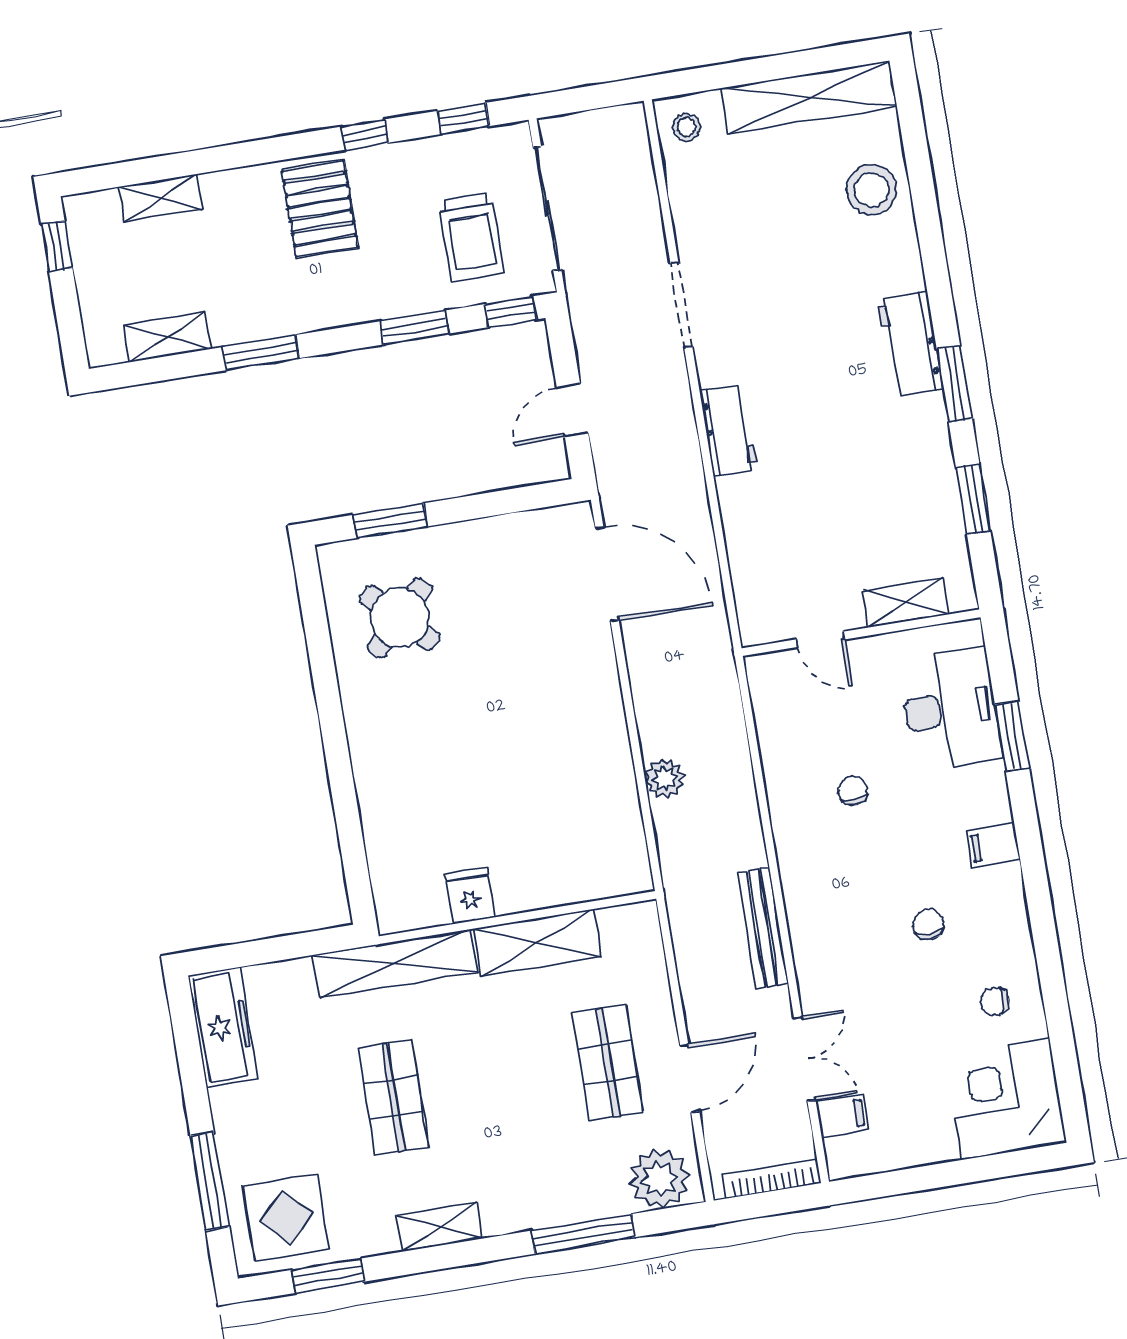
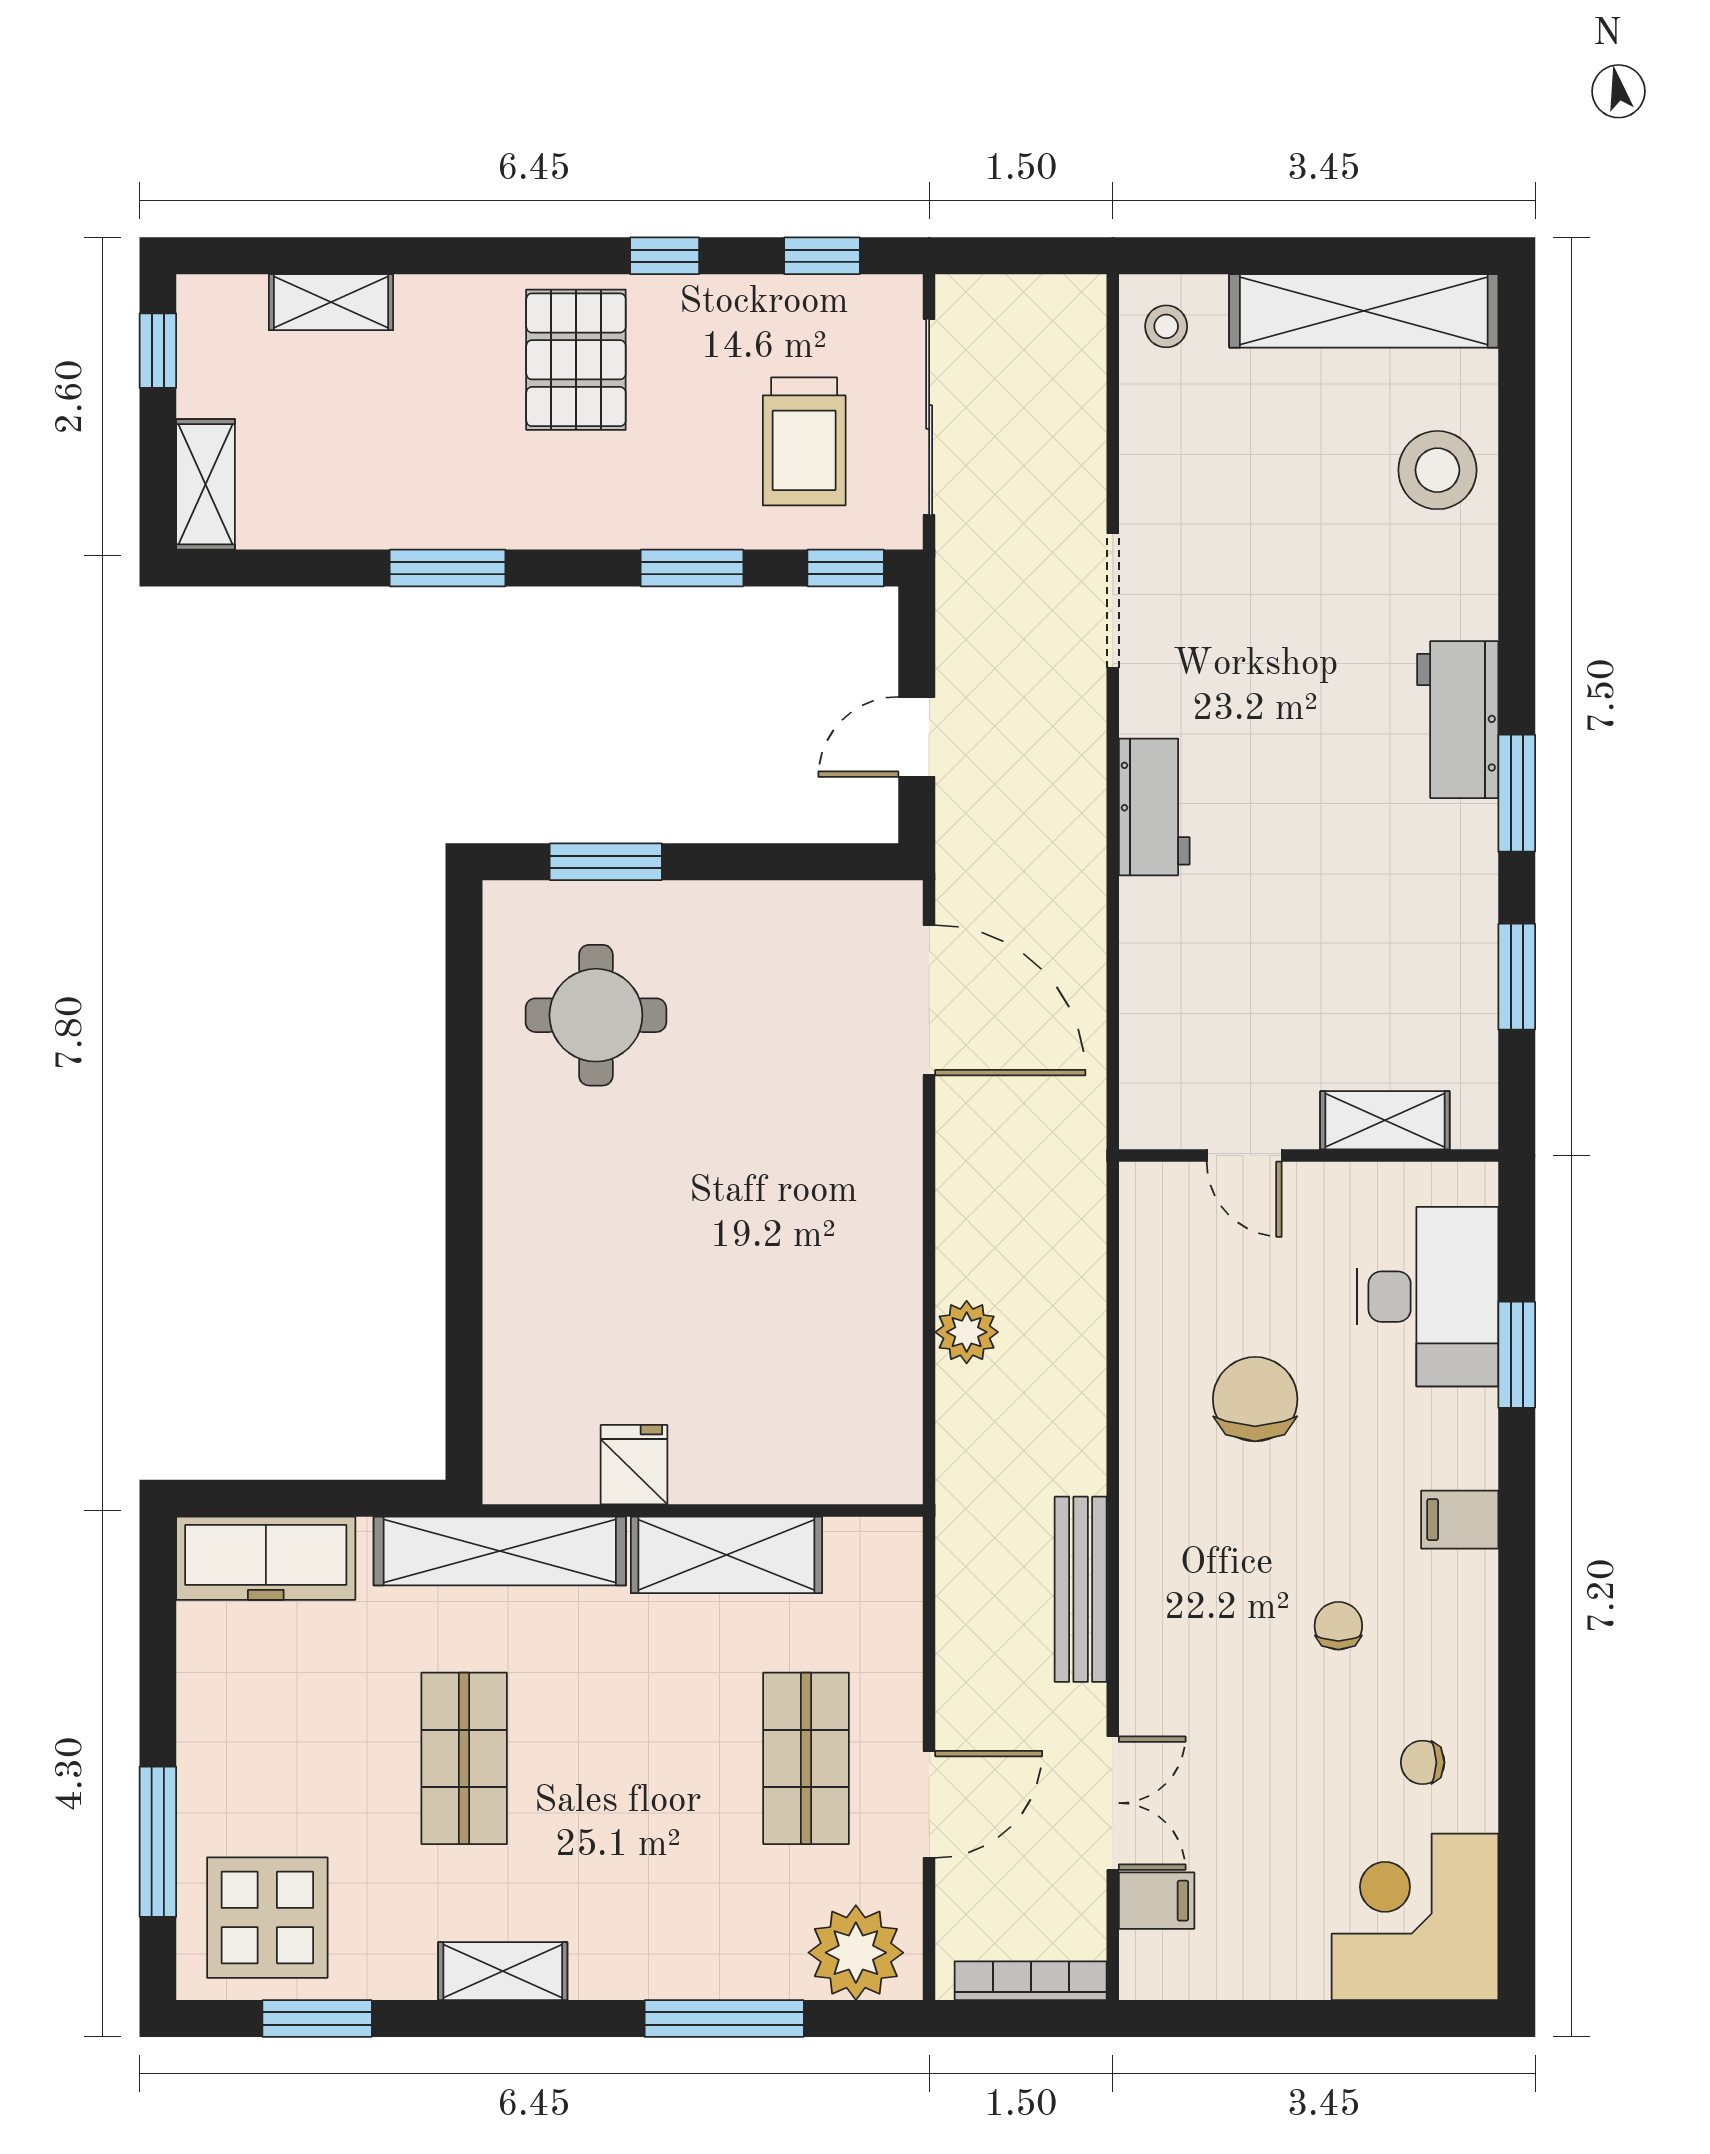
shelving: (167, 337) -> (206, 484), moved, turned 90
round table: (400, 618) -> (596, 1015), turned 45
chair: (853, 791) -> (1255, 1399), width x1.87, depth x1.87
freezer: (223, 1027) -> (266, 1558), moved, turned 90

